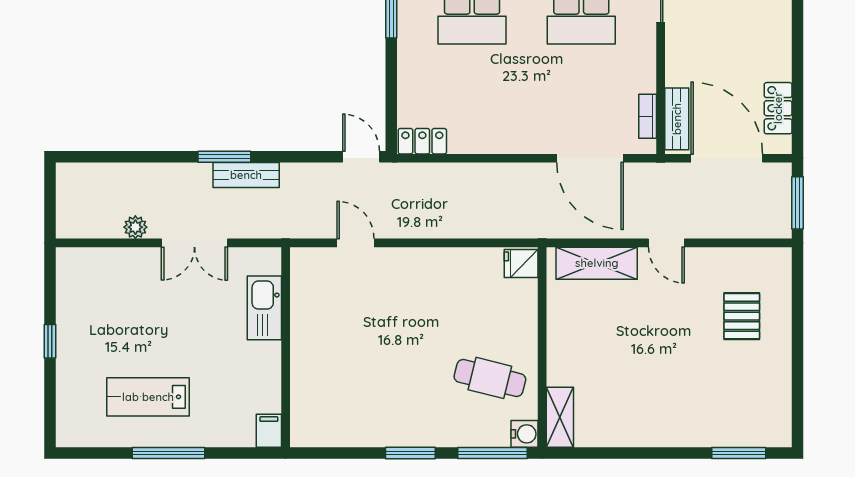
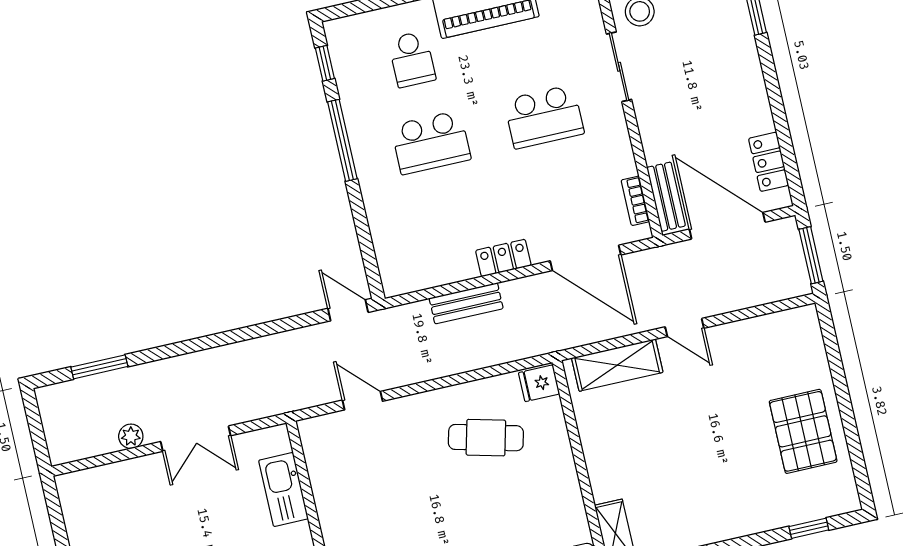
locker: (422, 141) -> (503, 258), moved
window: (224, 157) -> (99, 367), moved
bench: (246, 175) -> (466, 303), moved
pallet: (742, 316) -> (803, 431), moved, width x1.50, depth x1.42
cafe table: (490, 378) -> (486, 438), moved
window: (739, 453) -> (809, 528), width x0.67

